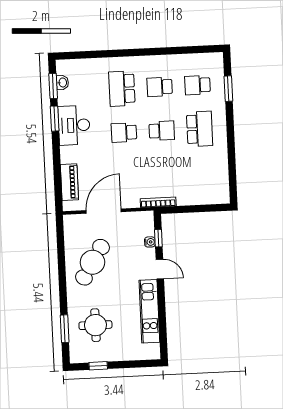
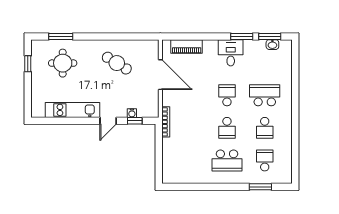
school desk: (160, 87) -> (265, 128), turned 180
desk: (74, 125) -> (231, 53), width x0.73
cafe table: (92, 262) -> (117, 63), width x0.73, depth x0.74

